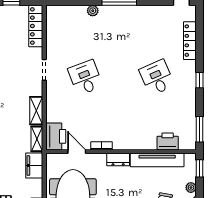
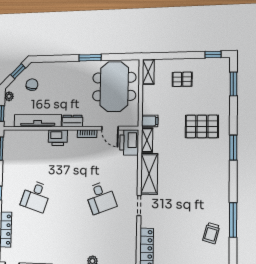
desk: (157, 78) -> (36, 196), turned 42
shelving: (36, 111) -> (149, 174), width x1.50, depth x1.33
printer: (168, 141) -> (58, 138), moved
filing cabinet: (34, 166) -> (150, 121), width x0.50

